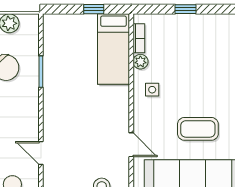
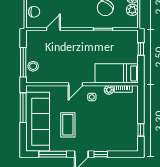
window: (94, 9) -> (141, 49), moved
window: (186, 9) -> (141, 130), moved
door: (131, 145) -> (75, 84), moved

